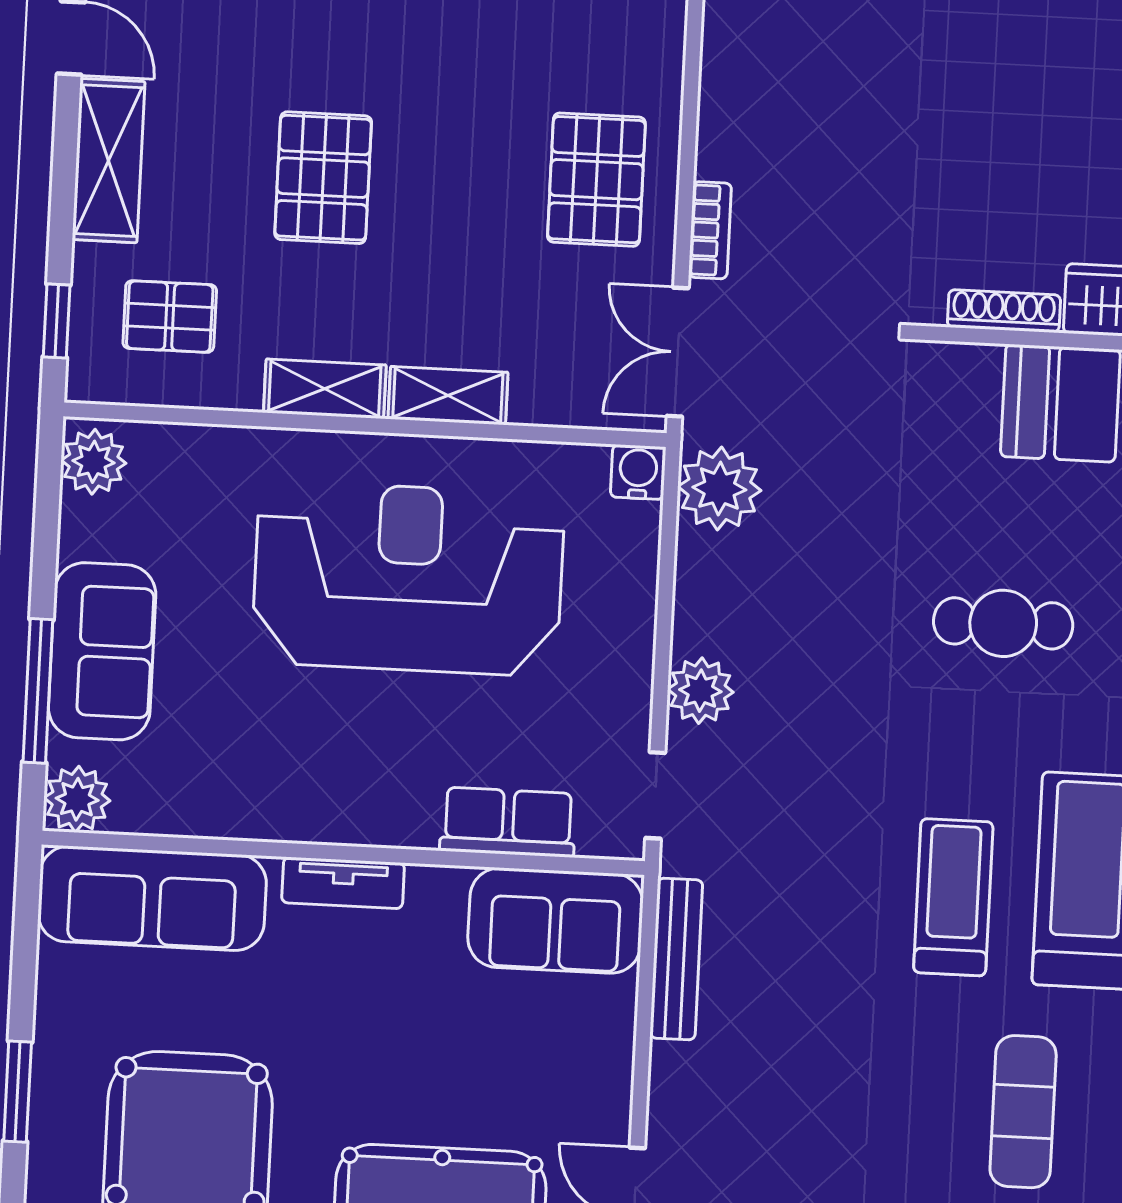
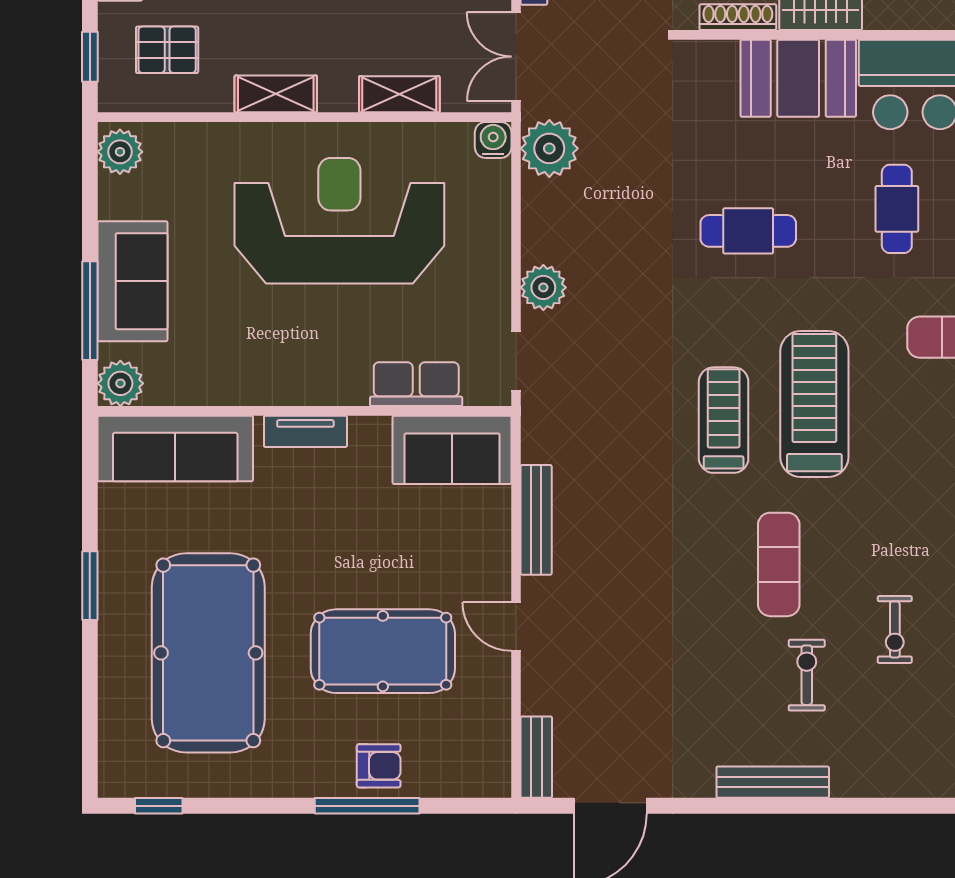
shelving: (448, 396) -> (399, 94), moved
bench: (676, 959) -> (536, 520), moved

